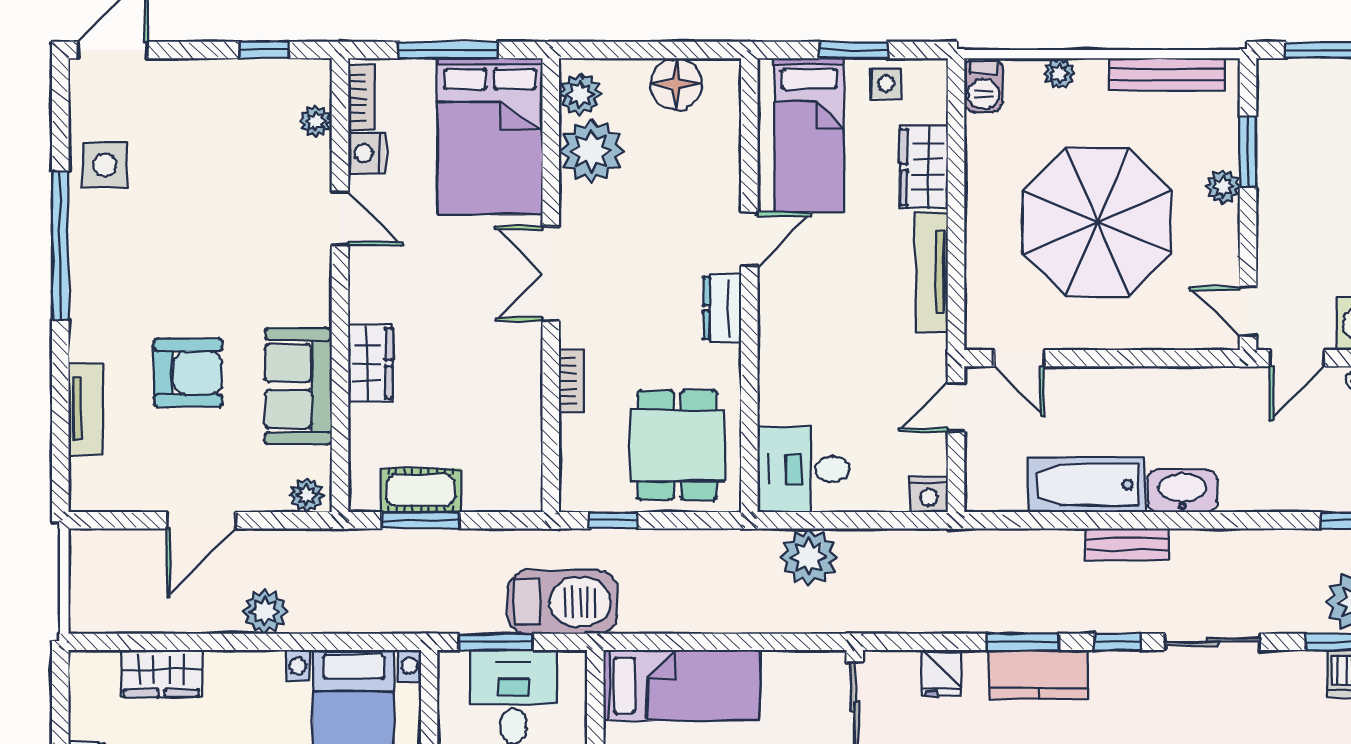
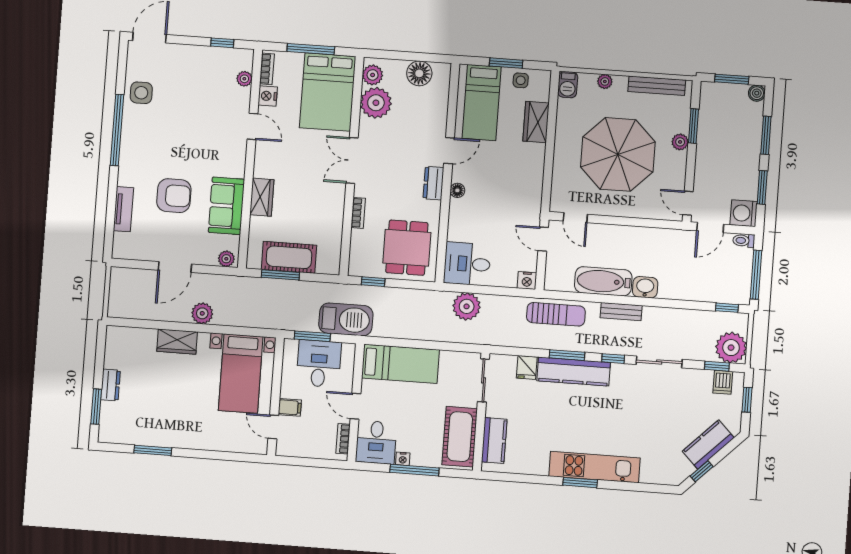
tv unit: (932, 272) -> (536, 173), removed
floor lamp: (772, 320) -> (457, 190), added
door: (956, 407) -> (543, 239), hinge flipped
cot: (421, 490) -> (289, 257), width x1.37, depth x1.34
washbasin: (1182, 491) -> (645, 287), width x0.72
sun lounger: (994, 560) -> (556, 314), added
wardrobe: (162, 673) -> (177, 342), moved
kitchen counter: (1039, 675) -> (574, 372), width x1.50

